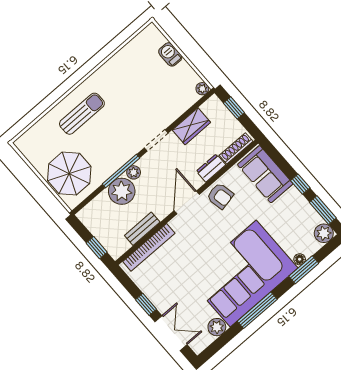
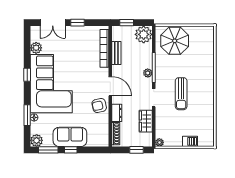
sun lounger: (82, 114) -> (181, 94), moved
sofa: (265, 174) -> (70, 137), moved
plant: (122, 191) -> (144, 34), moved
window: (257, 310) -> (27, 75), width x0.46

